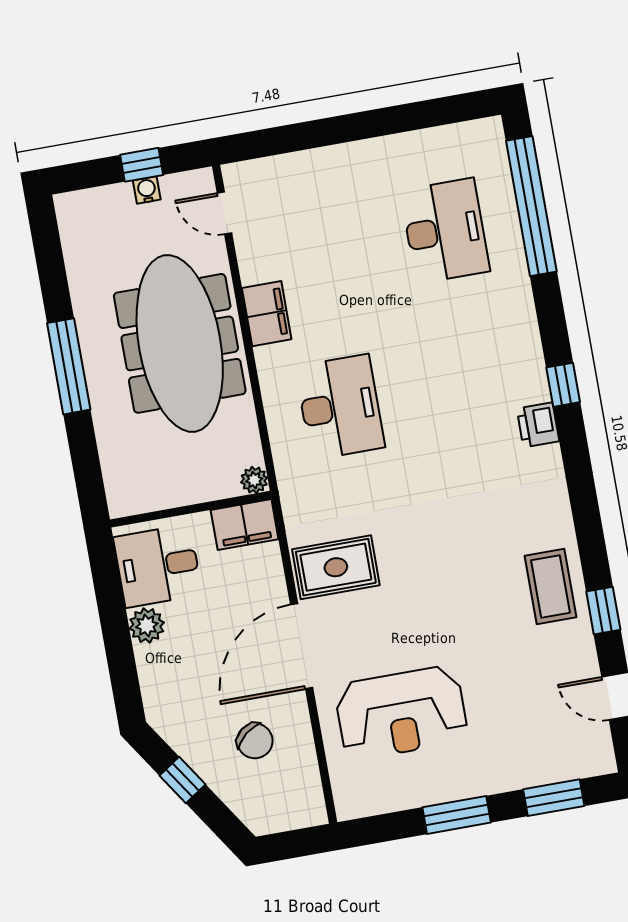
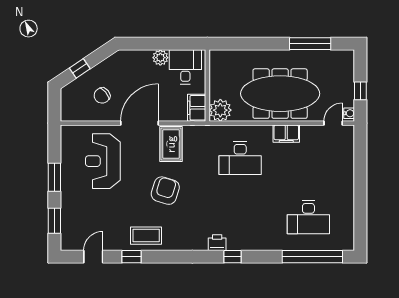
water cooler: (147, 190) -> (349, 113), moved
window: (69, 366) -> (310, 44), moved
plant: (254, 480) -> (220, 110), width x1.87, depth x1.87
armchair: (442, 562) -> (165, 191), added
door: (302, 646) -> (139, 123), hinge flipped
window: (182, 780) -> (80, 68), moved

